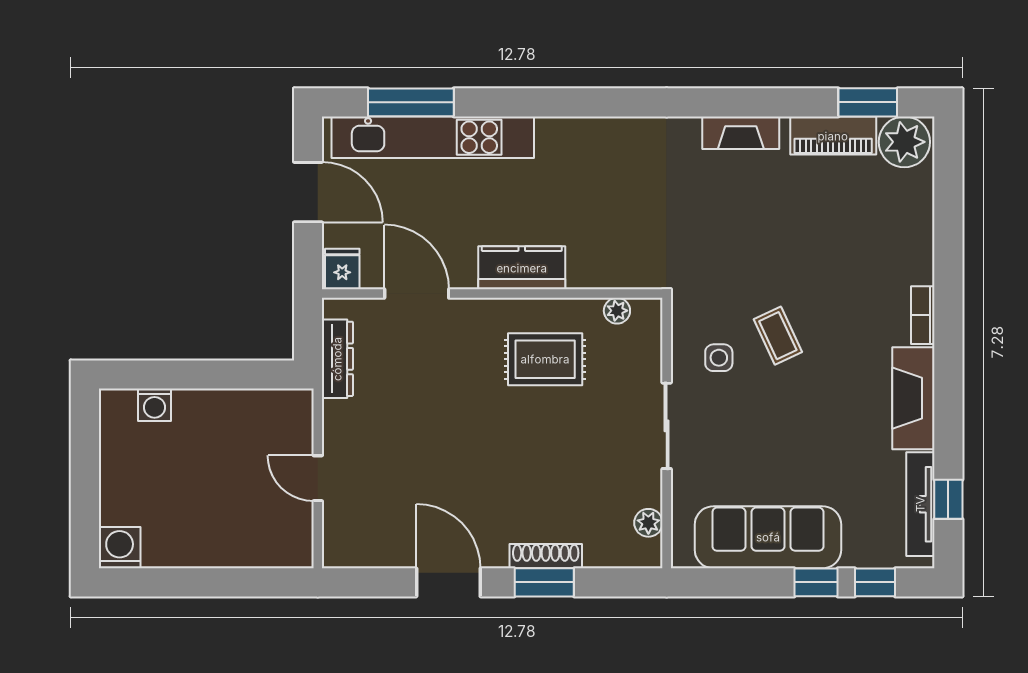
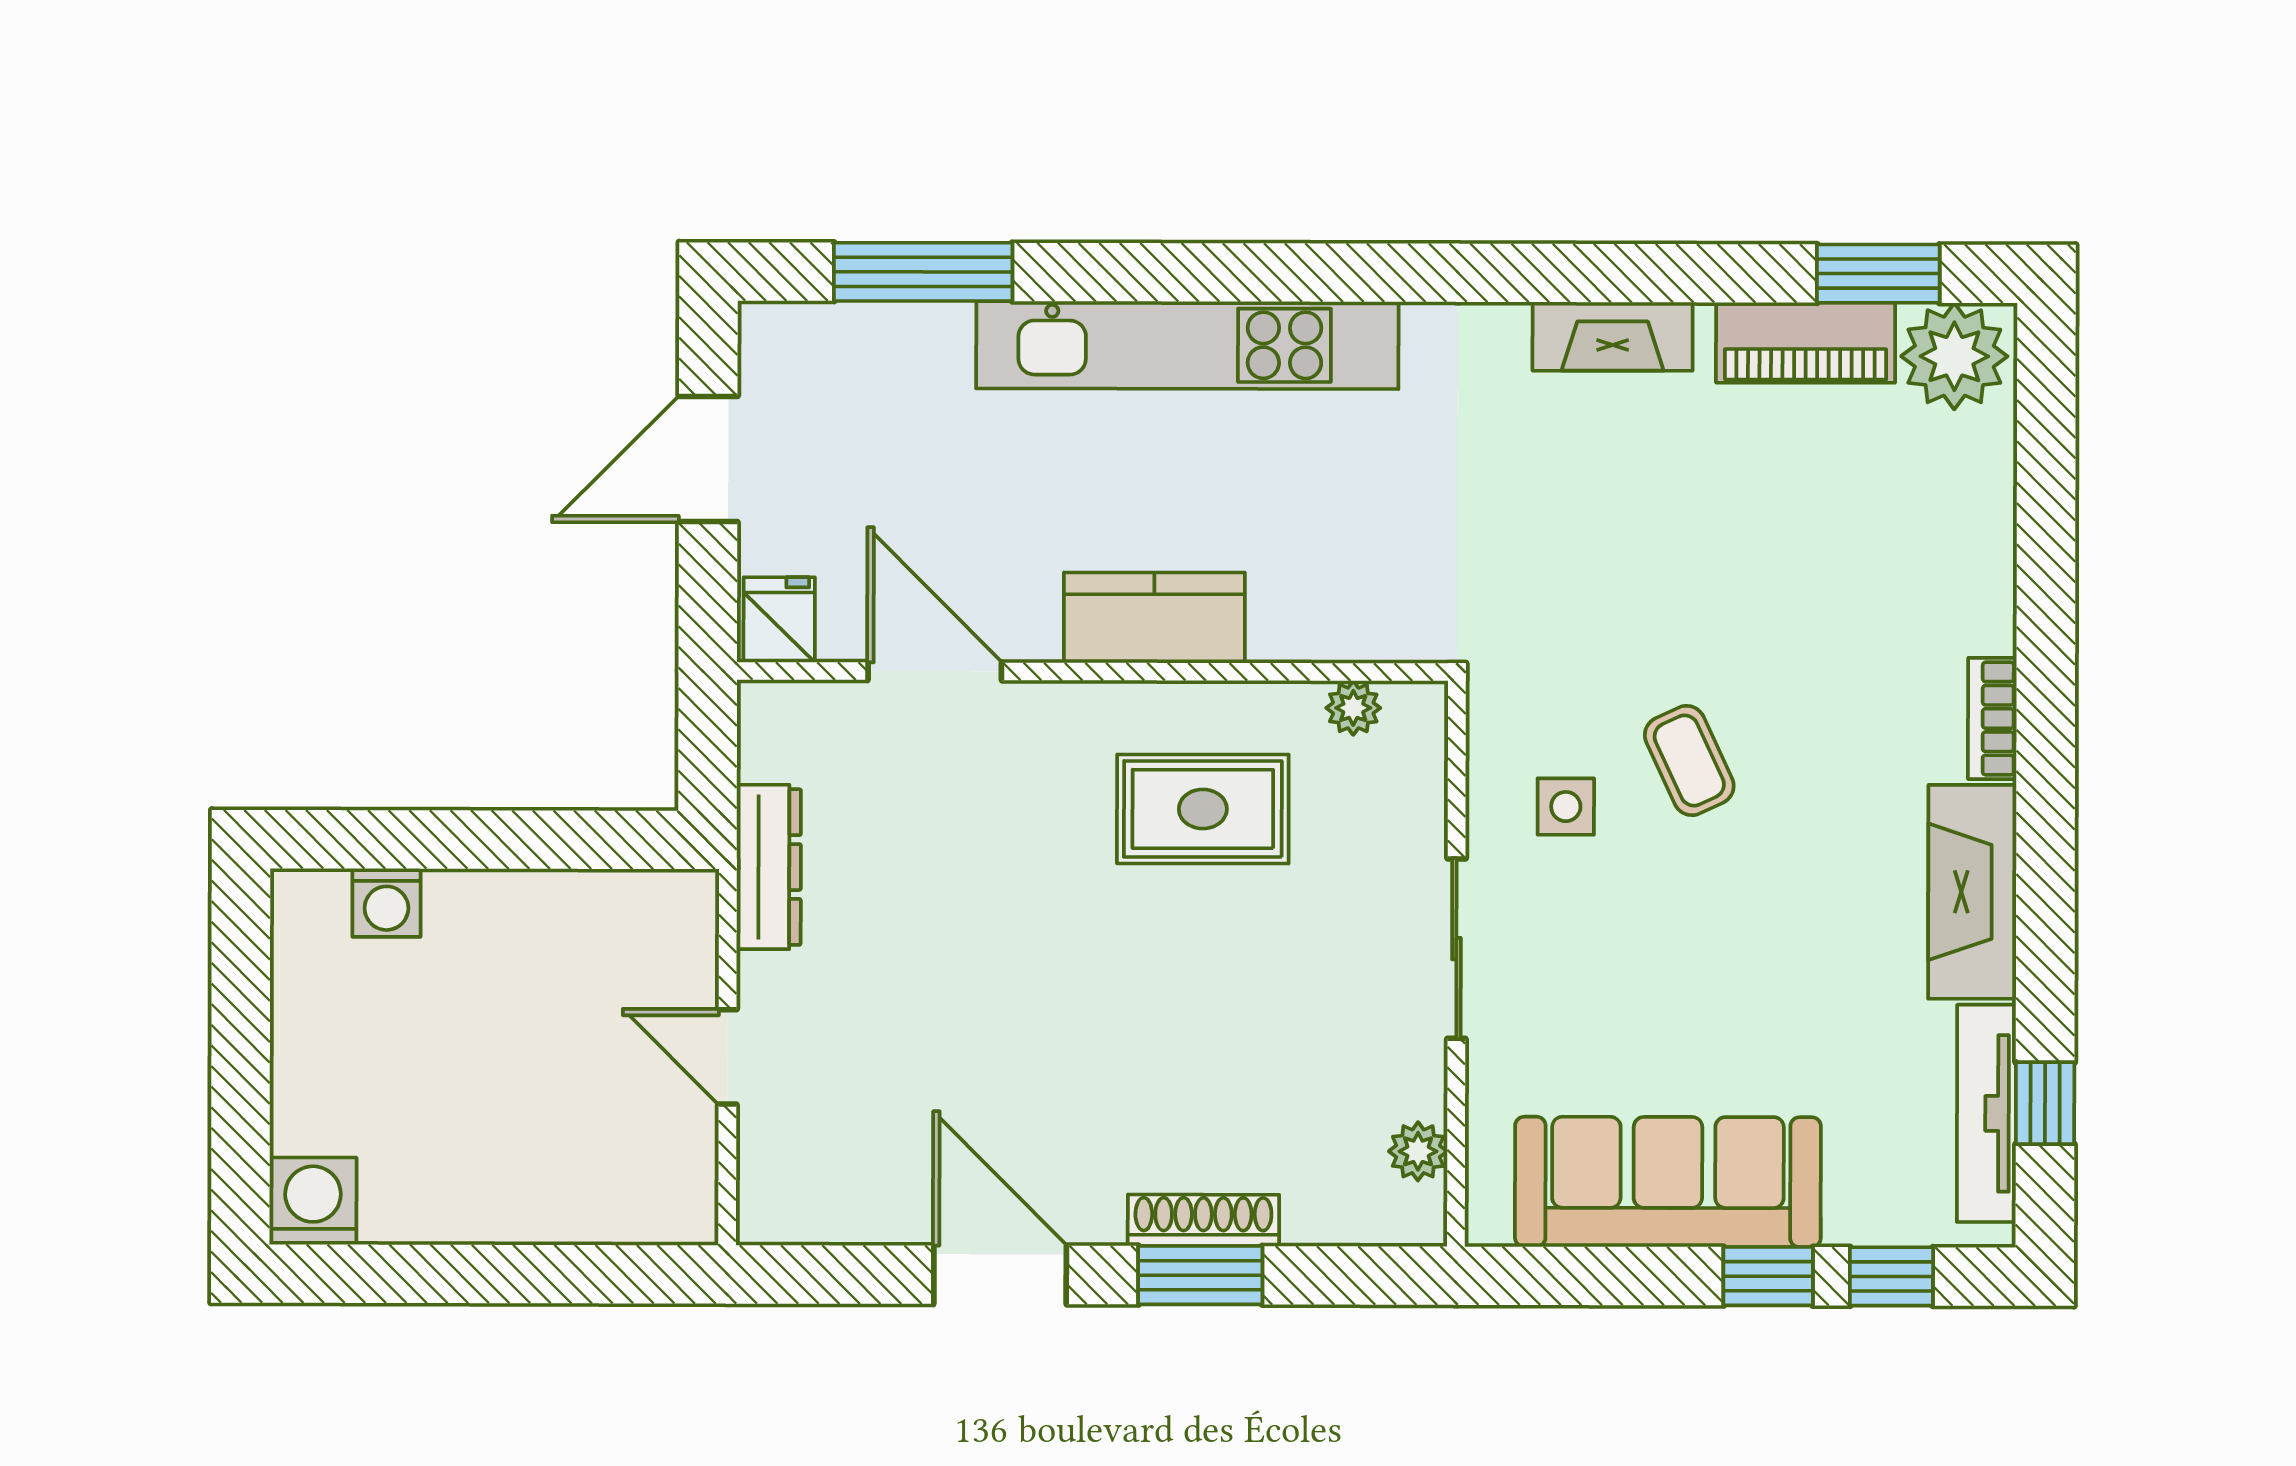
kitchen unit: (433, 137) -> (1187, 345), moved
door: (308, 192) -> (708, 459), swing flipped
dresser: (337, 359) -> (769, 867), moved

